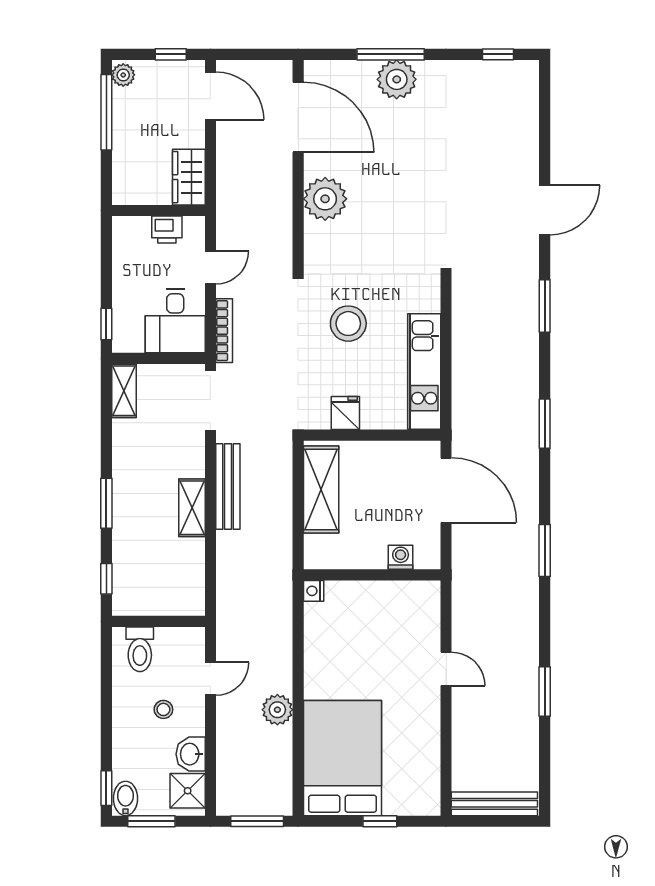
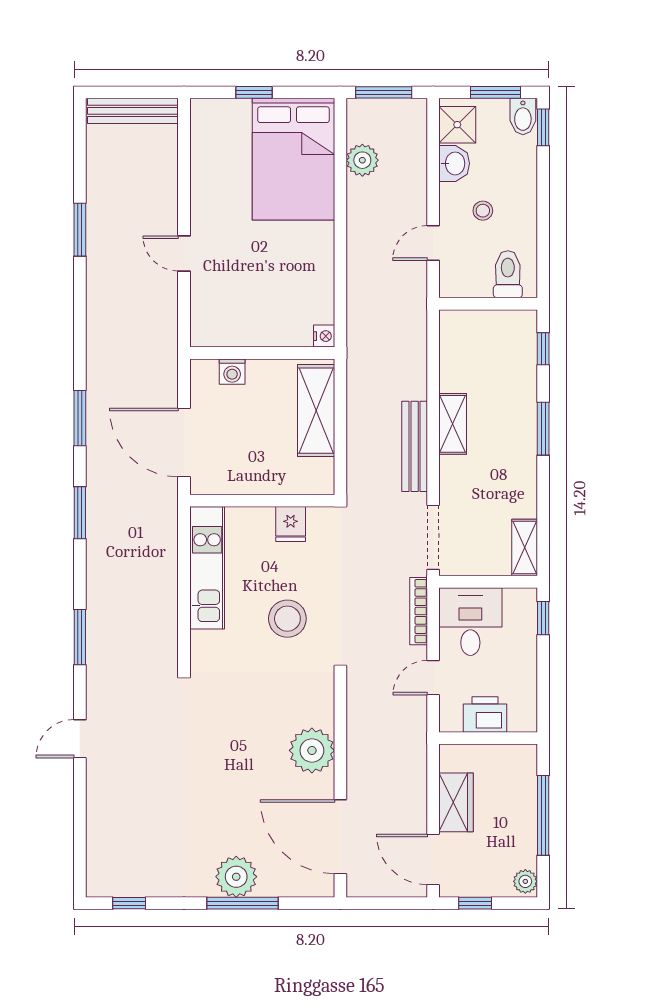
window: (106, 112) -> (543, 815), moved
wardrobe: (189, 177) -> (456, 802), moved
door: (545, 210) -> (80, 739), width x0.73
printer: (167, 230) -> (485, 714), width x1.36, depth x1.24
shelving: (321, 490) -> (316, 411), moved
window: (545, 550) -> (80, 418), moved
plant: (277, 710) -> (362, 160), moved

